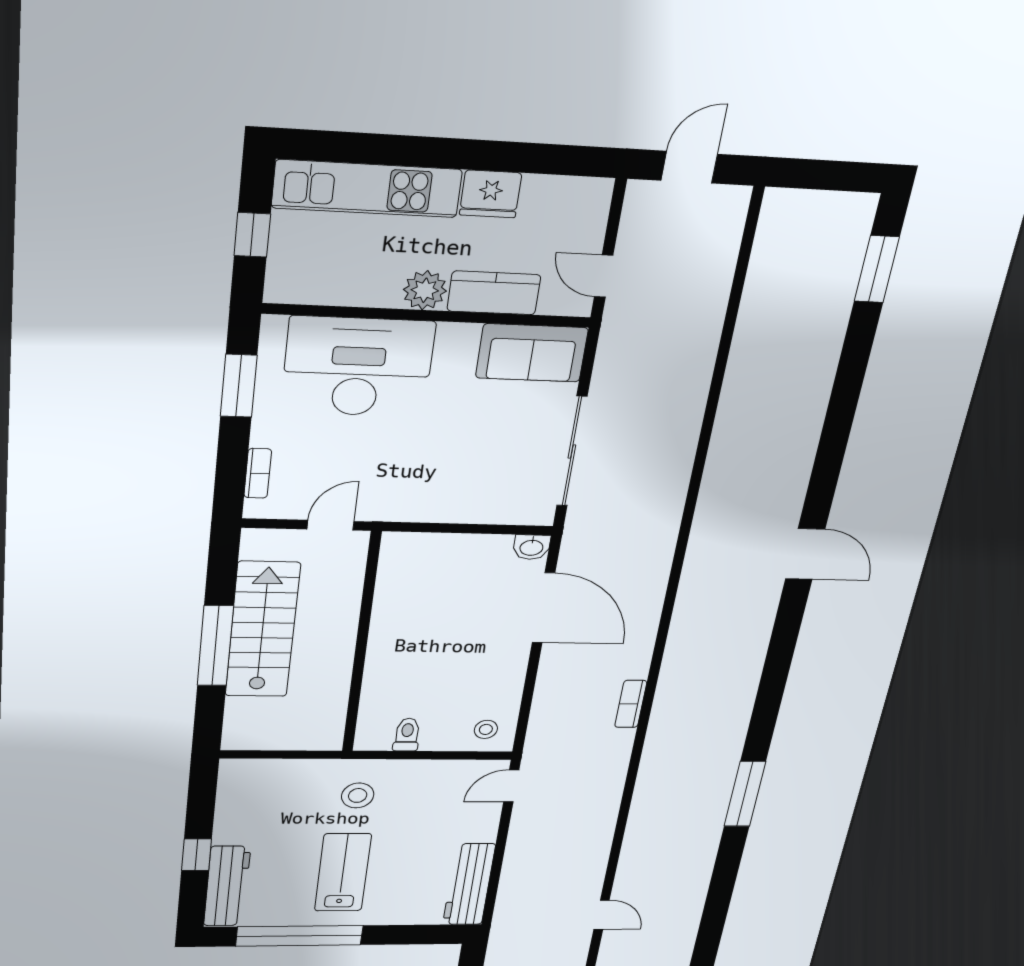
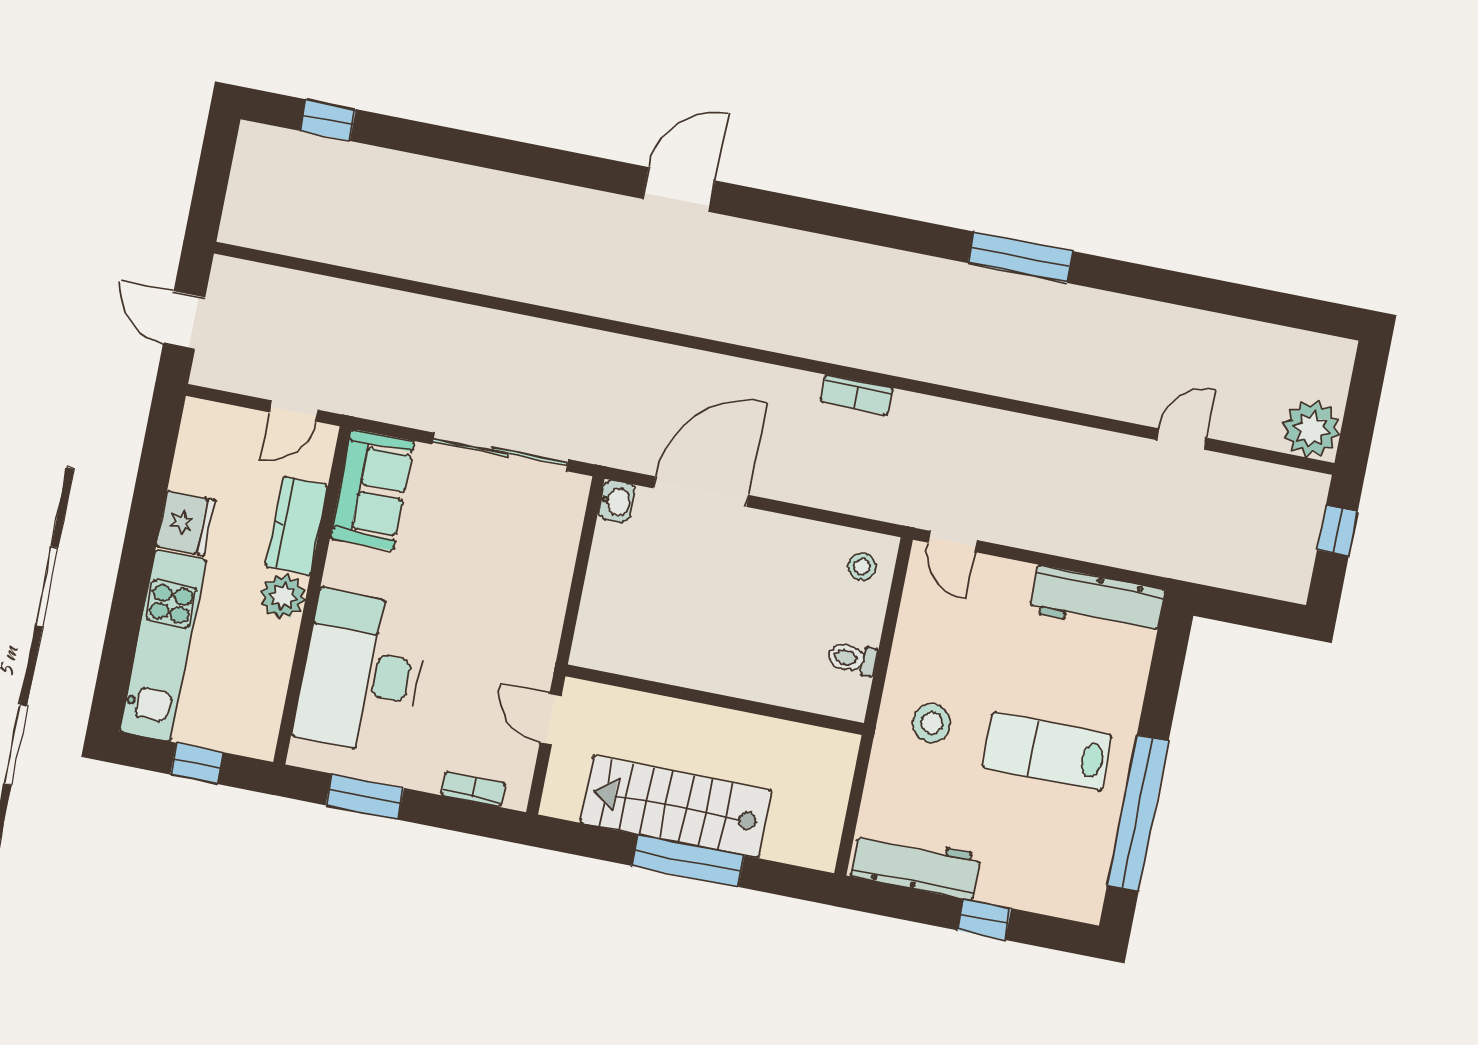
window: (877, 269) -> (328, 120), width x0.67
workbench: (227, 886) -> (916, 865), moved

